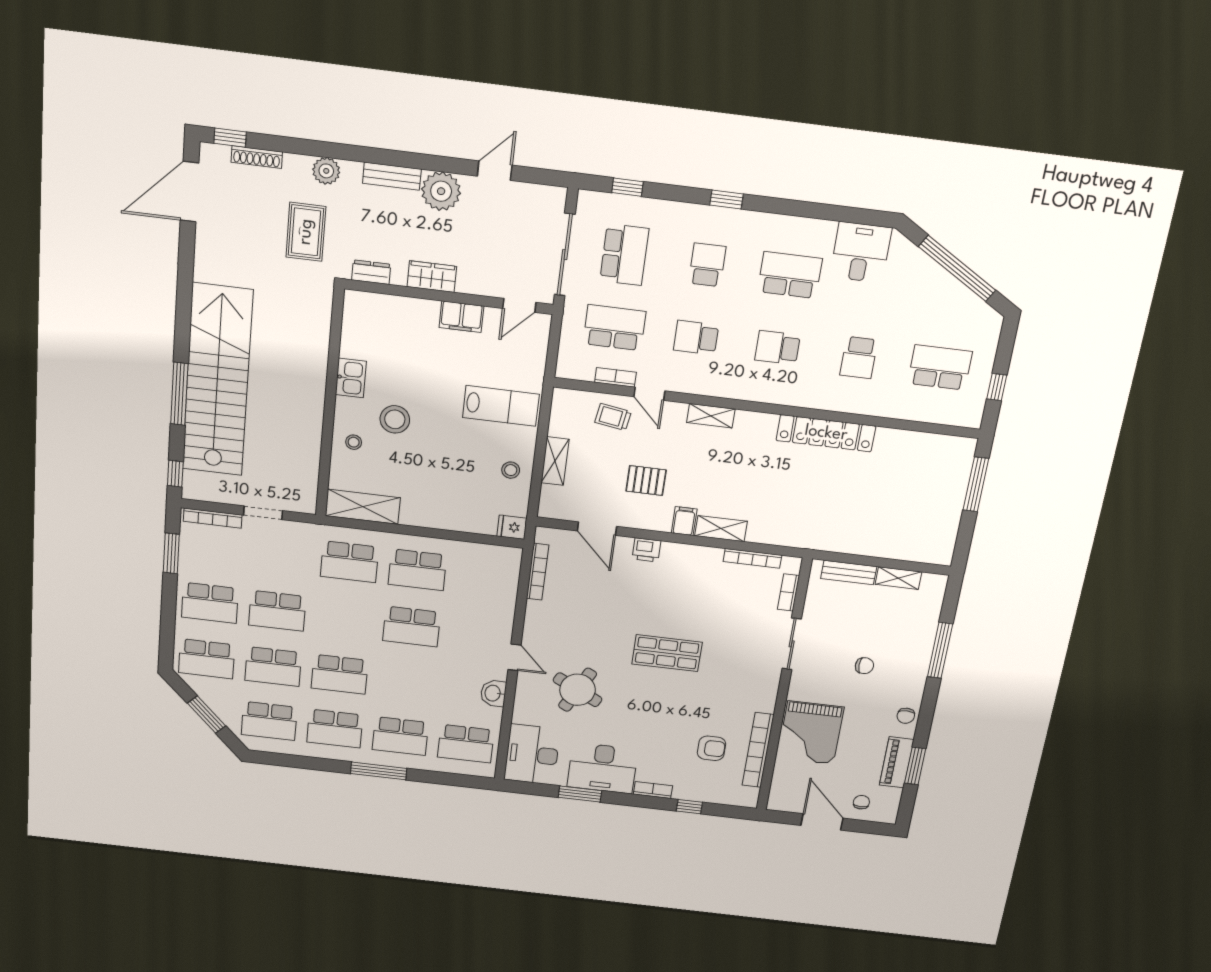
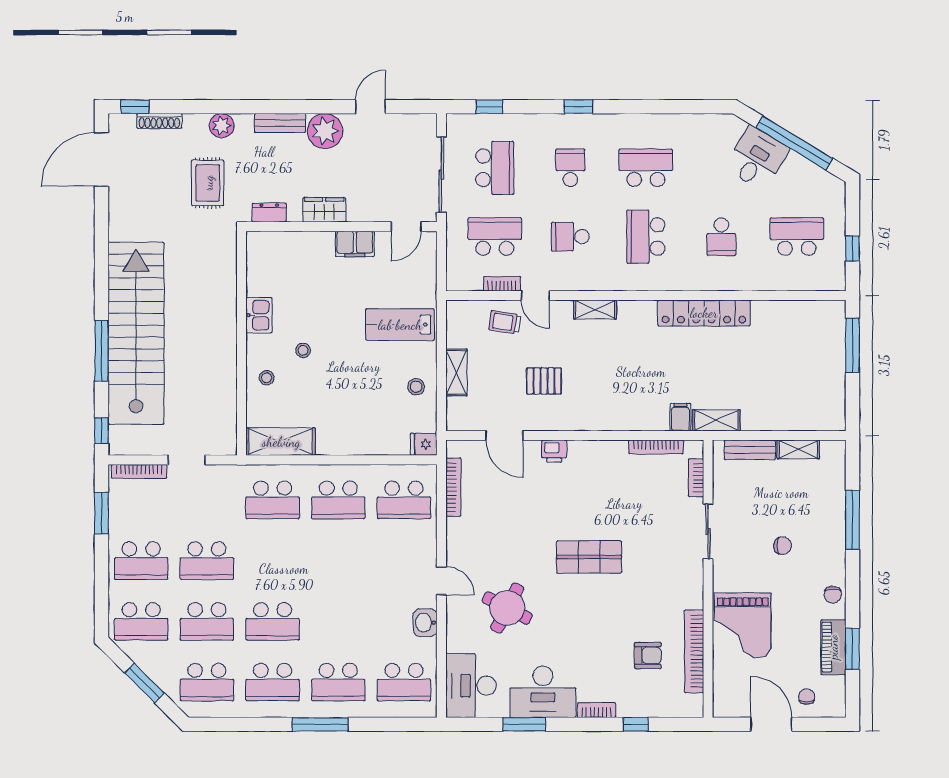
desk: (861, 252) -> (757, 158), moved, turned 31
school desk: (778, 348) -> (646, 237), width x1.85
lab bench: (501, 406) -> (400, 325), turned 180
stool: (395, 419) -> (303, 350), width x0.53, depth x0.53
filing cabinet: (684, 521) -> (680, 417), moved
shelving: (721, 529) -> (716, 420), moved
school desk: (412, 627) -> (404, 500), moved

